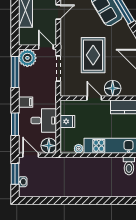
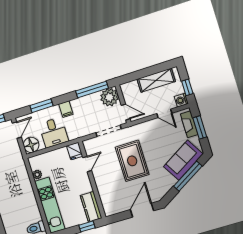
door: (46, 47) -> (126, 112), hinge flipped
rug: (93, 55) -> (132, 161), turned 90
floor lamp: (113, 88) -> (106, 190), removed
door: (94, 98) -> (87, 164), moved
fridge: (67, 121) -> (75, 151), moved

